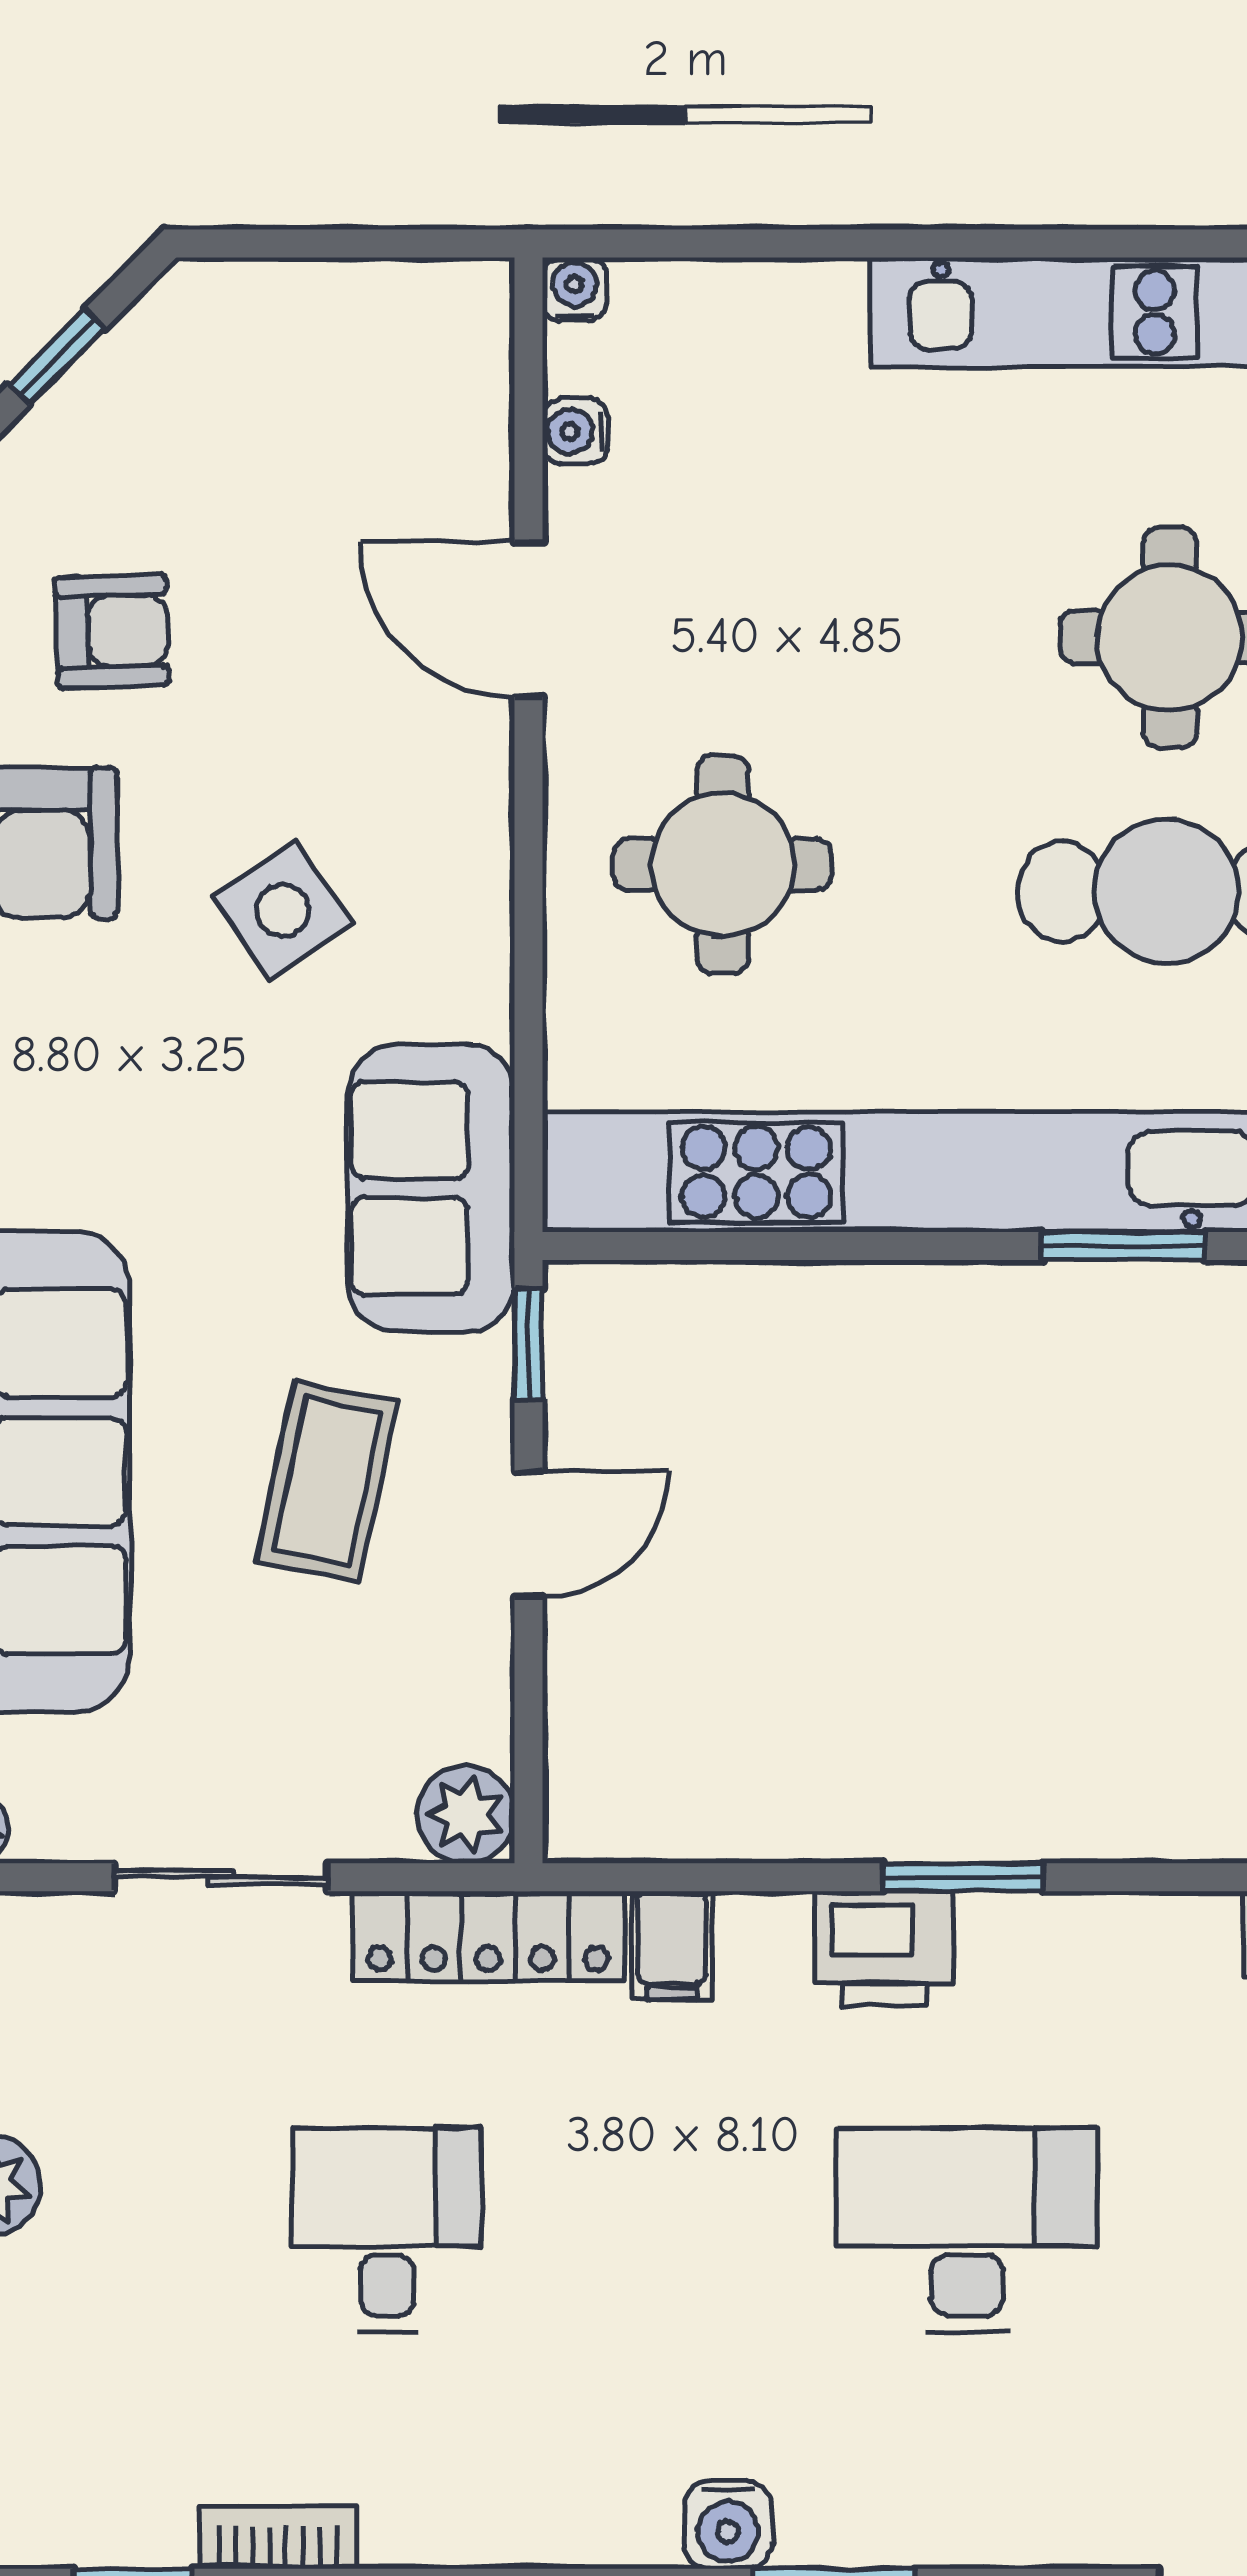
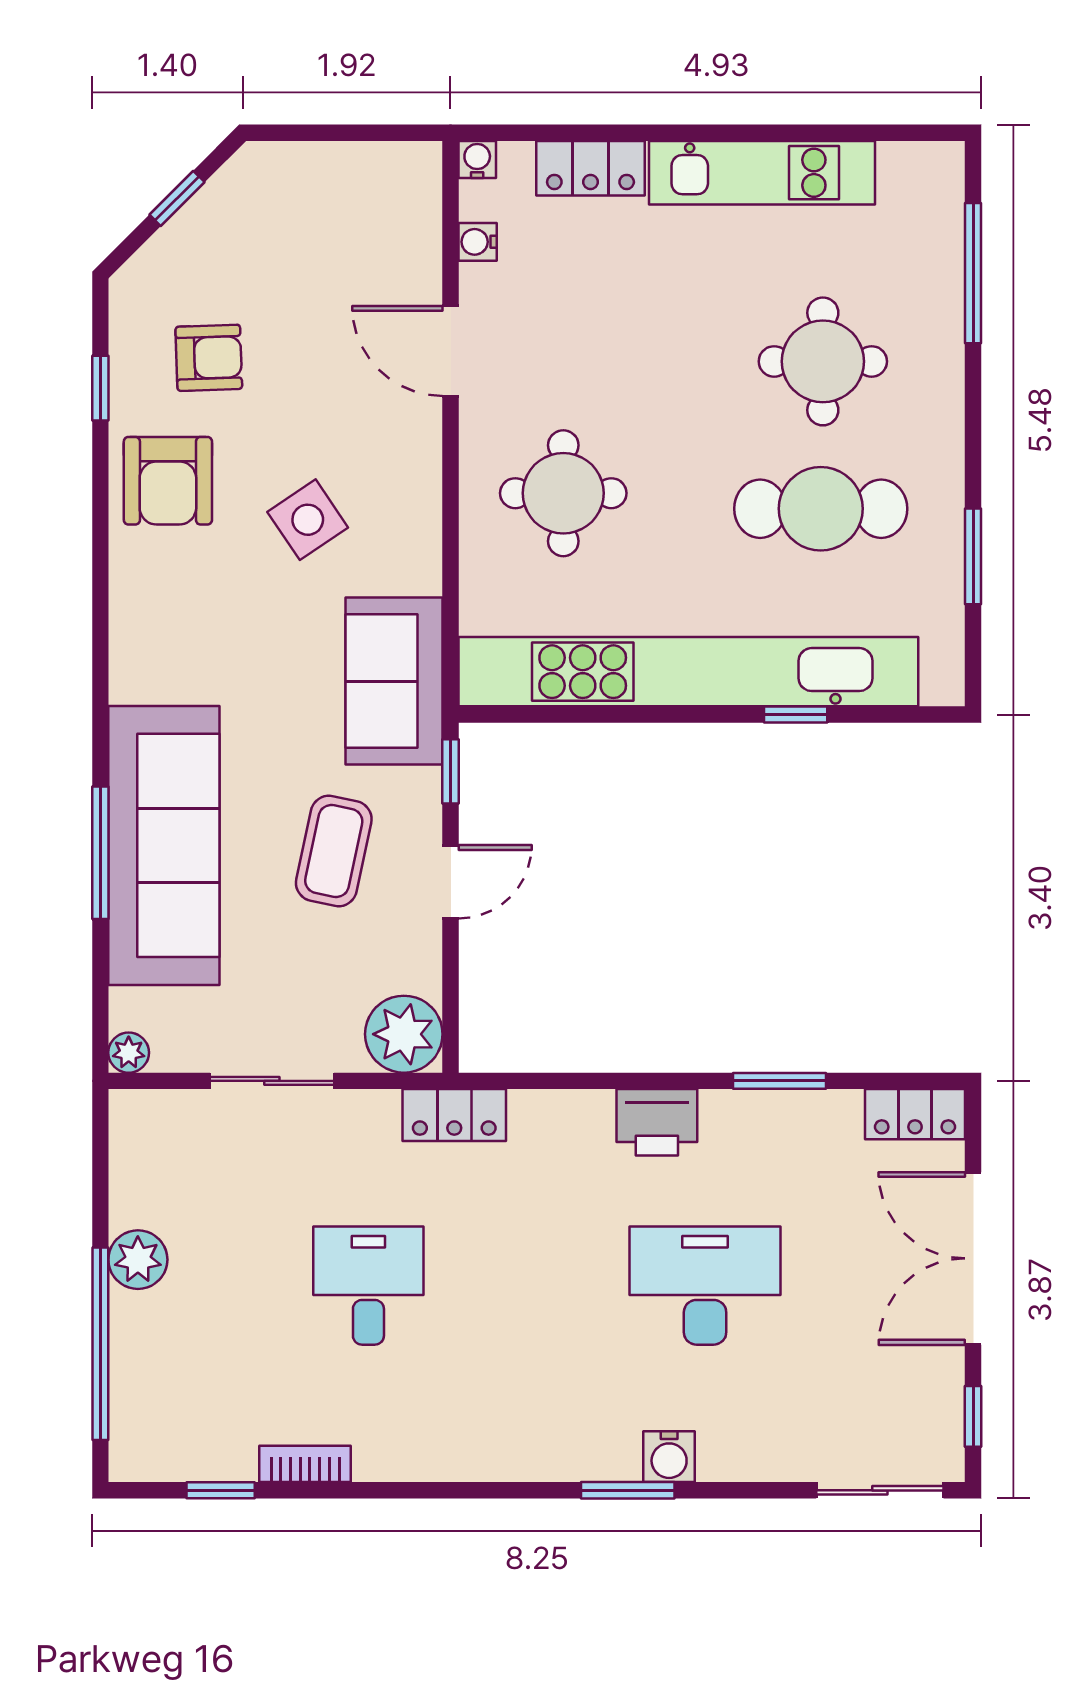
locker: (770, 305) -> (590, 168), added
window: (1123, 1246) -> (796, 715), width x0.67
plant: (466, 1814) -> (404, 1034), width x1.36, depth x1.36
window: (963, 1877) -> (779, 1081), moved
locker: (488, 1936) -> (454, 1115), width x0.66
filing cabinet: (672, 1945) -> (534, 1120), removed
water cooler: (728, 2525) -> (669, 1457), moved

